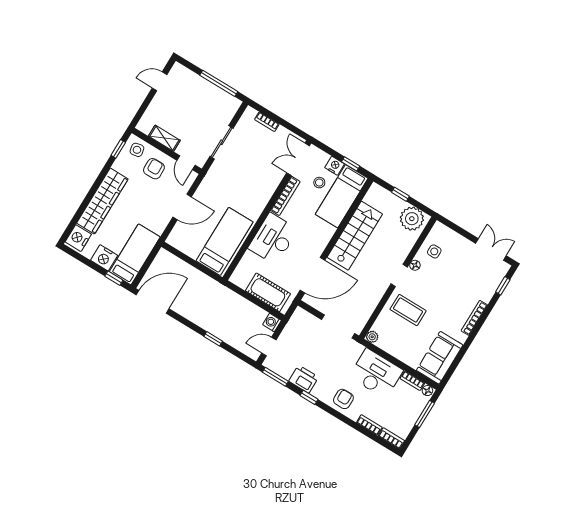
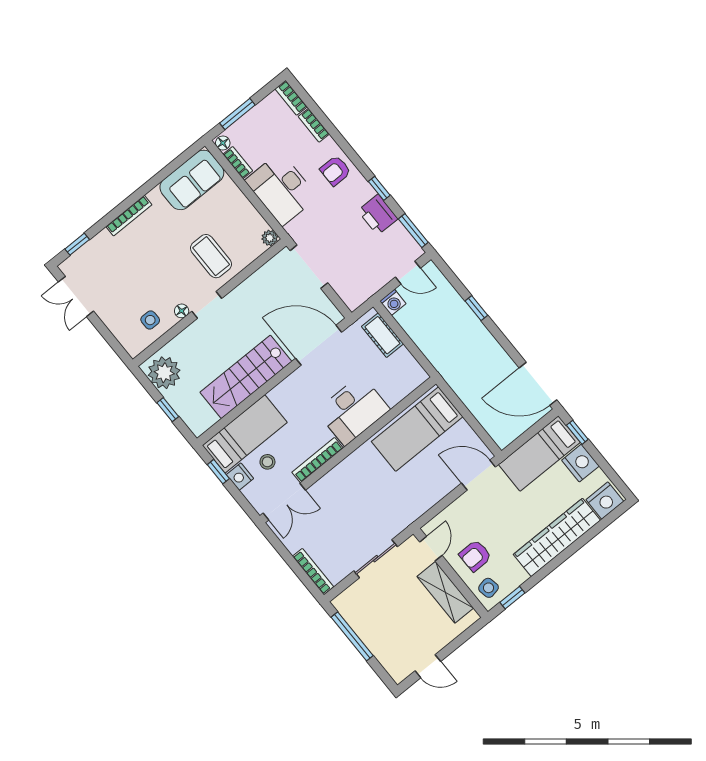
bookcase: (267, 122) -> (313, 572), width x1.56
shelving: (164, 138) -> (445, 592), width x1.50, depth x1.33
door: (182, 207) -> (479, 475), moved
cot: (268, 292) -> (382, 335), width x0.73, depth x0.75

